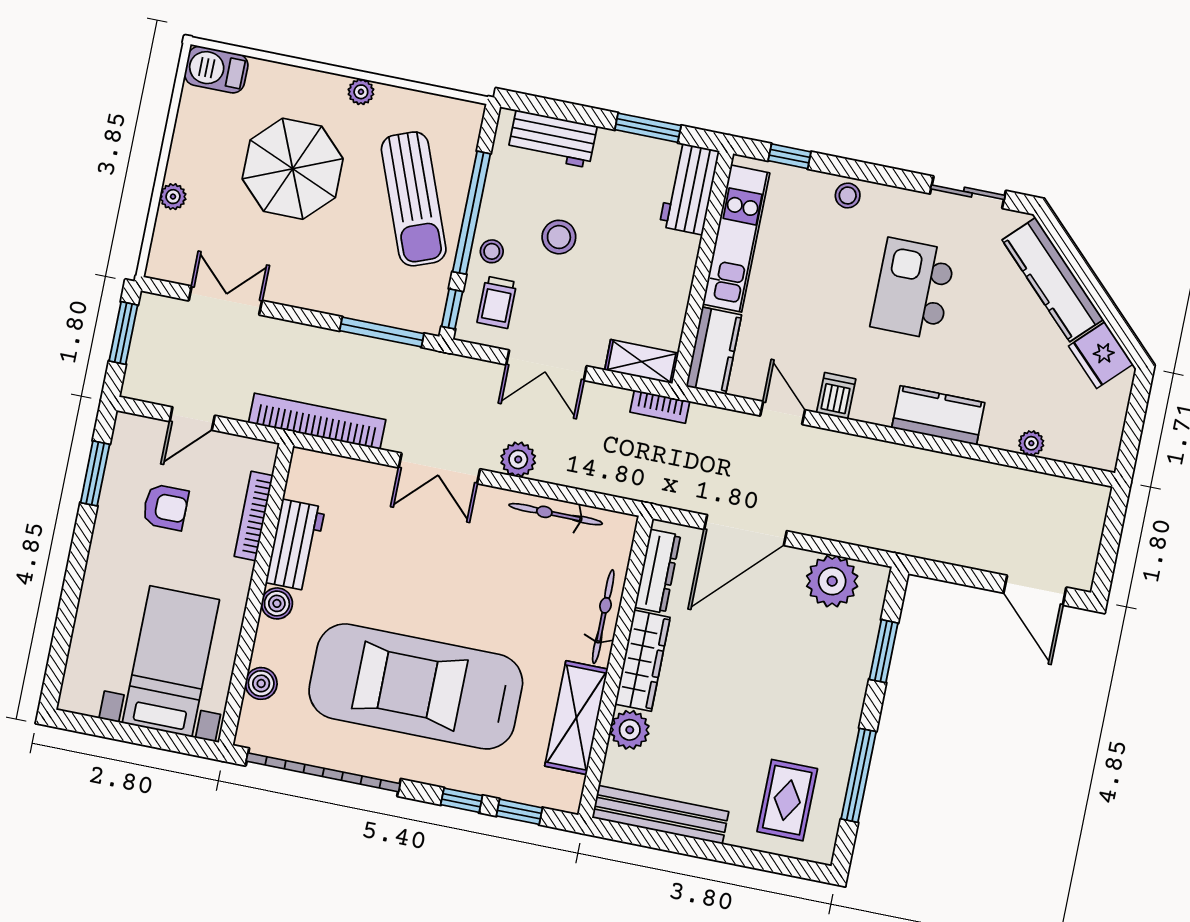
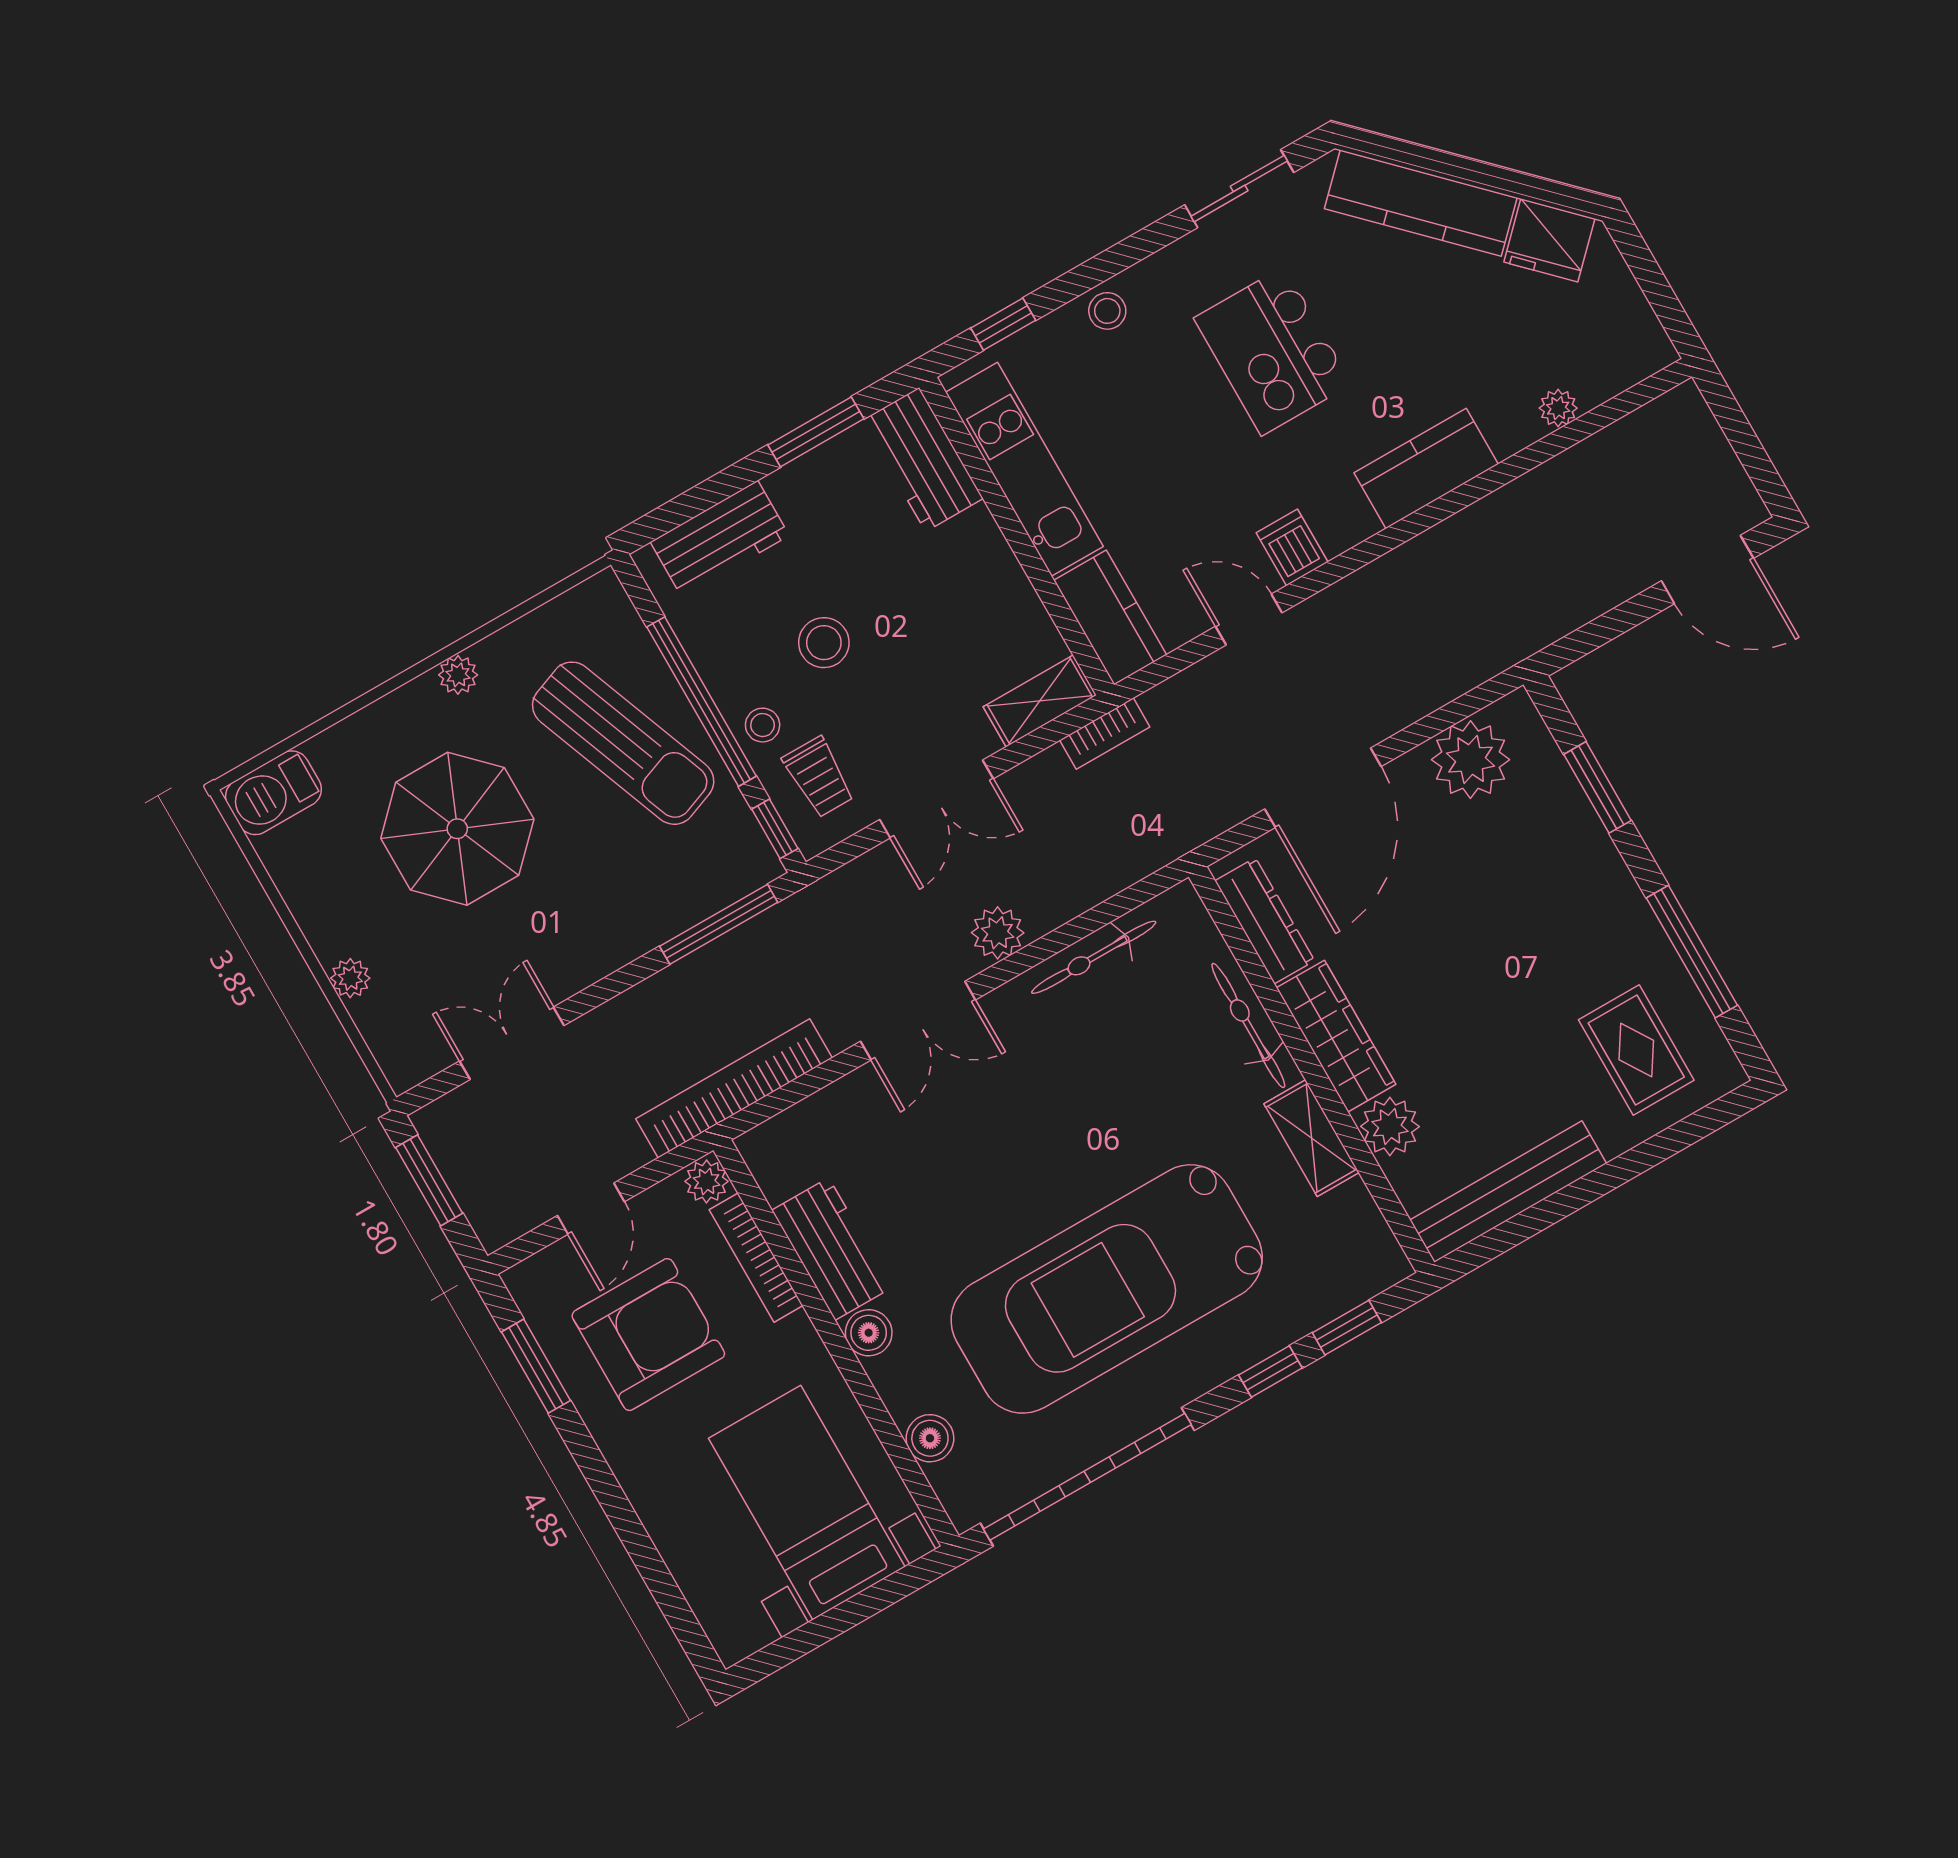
plant: (262, 456) -> (707, 1181), added
armchair: (165, 507) -> (648, 1335), width x1.88, depth x1.88
shelving: (576, 718) -> (1311, 1138), width x0.67, depth x0.75

